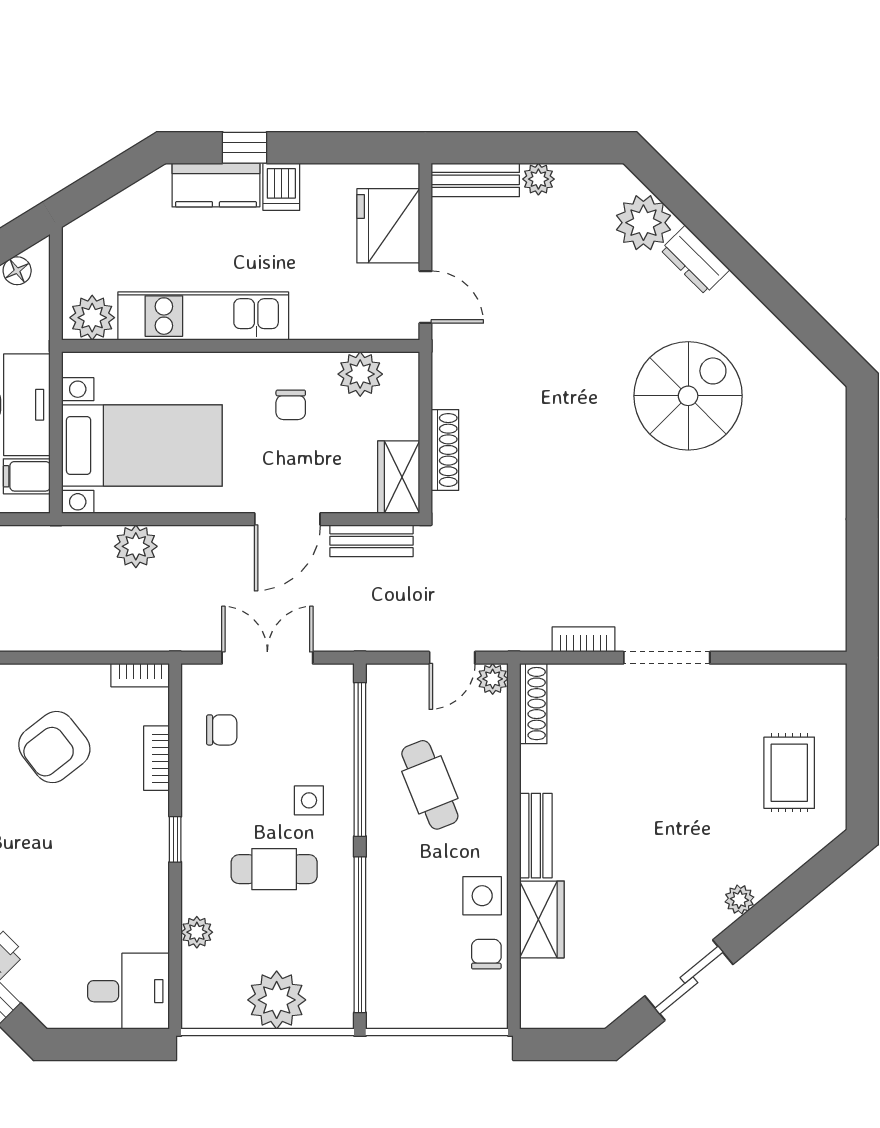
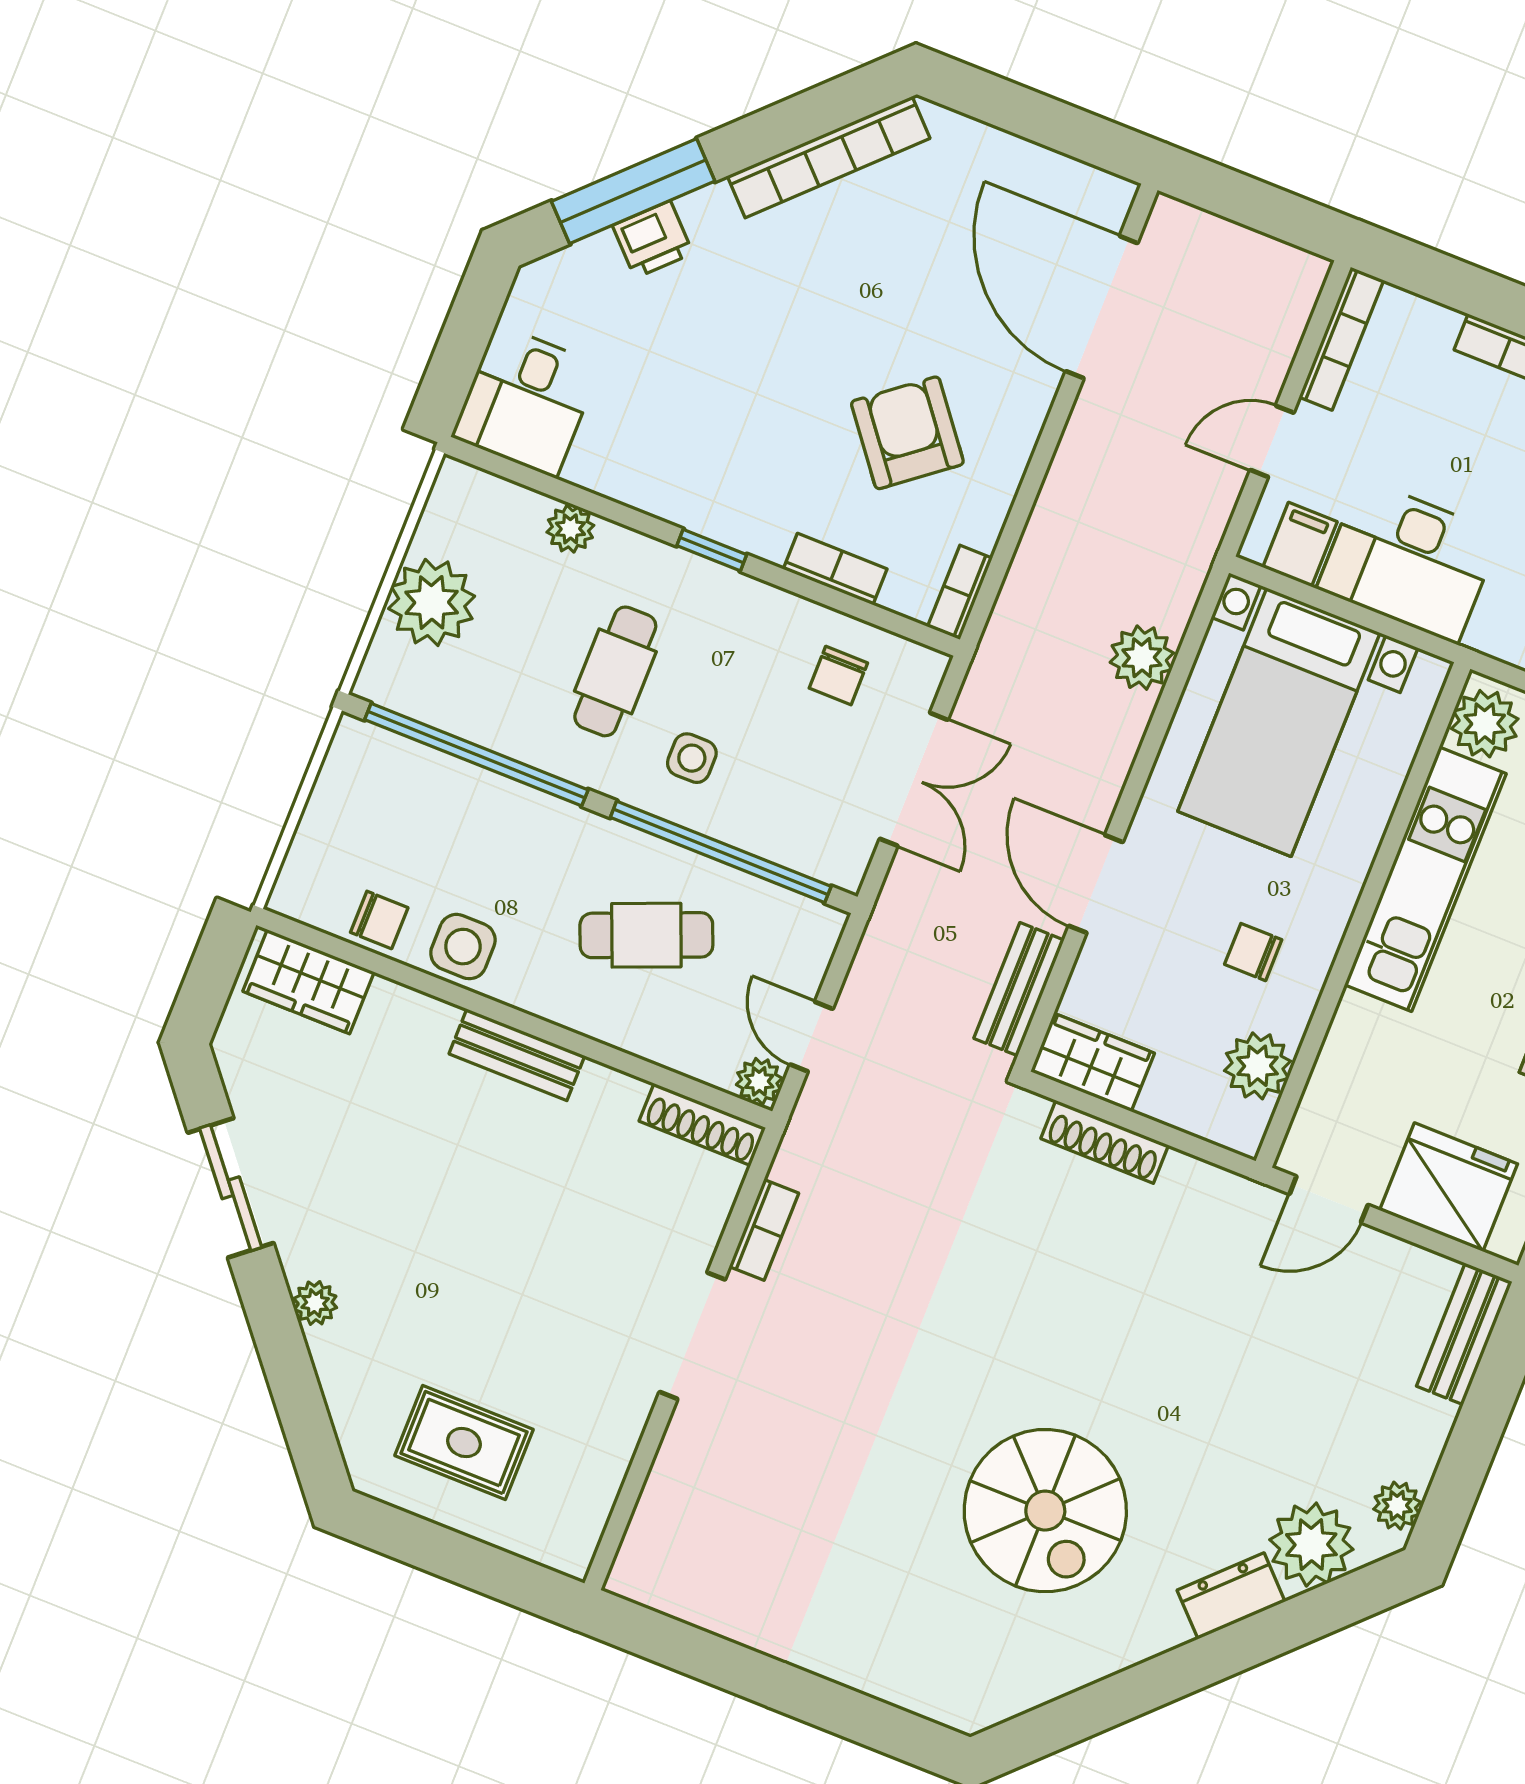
plant: (538, 179) -> (1397, 1506), moved
wardrobe: (542, 919) -> (308, 982), moved

